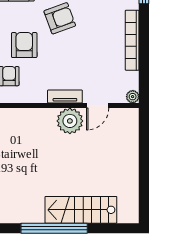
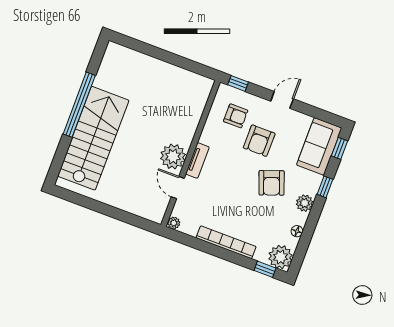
armchair: (24, 45) -> (259, 141), turned 90
stairs: (81, 210) -> (93, 138), width x1.36, depth x1.51

